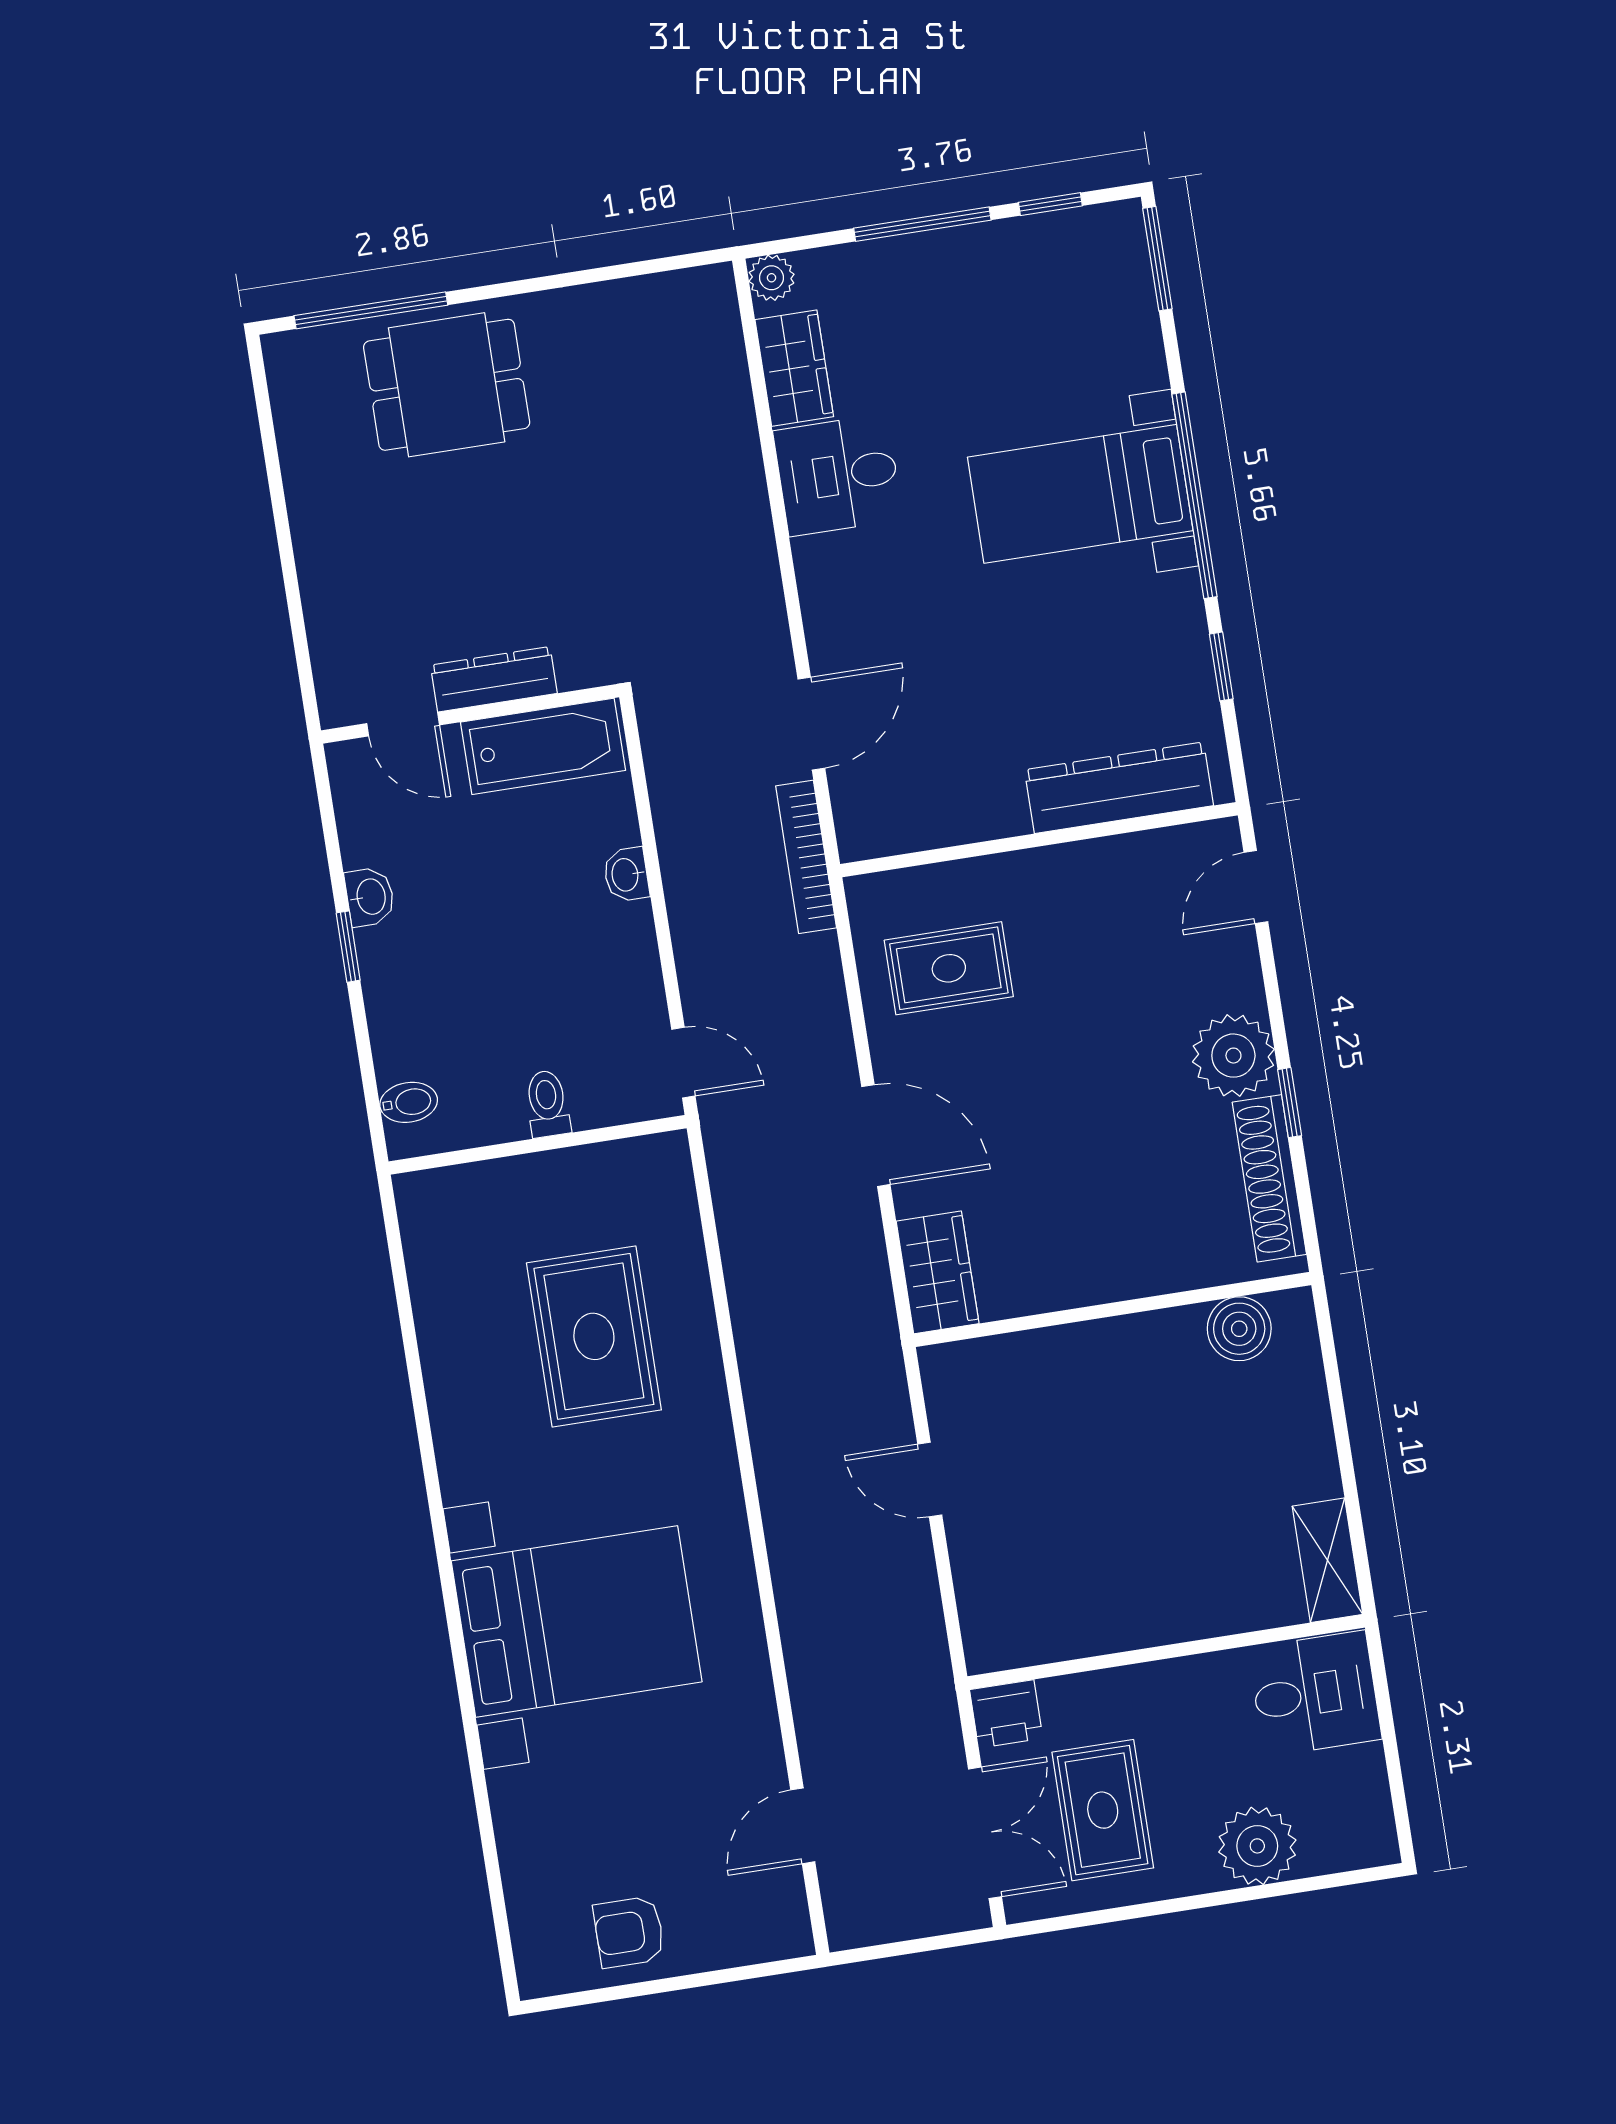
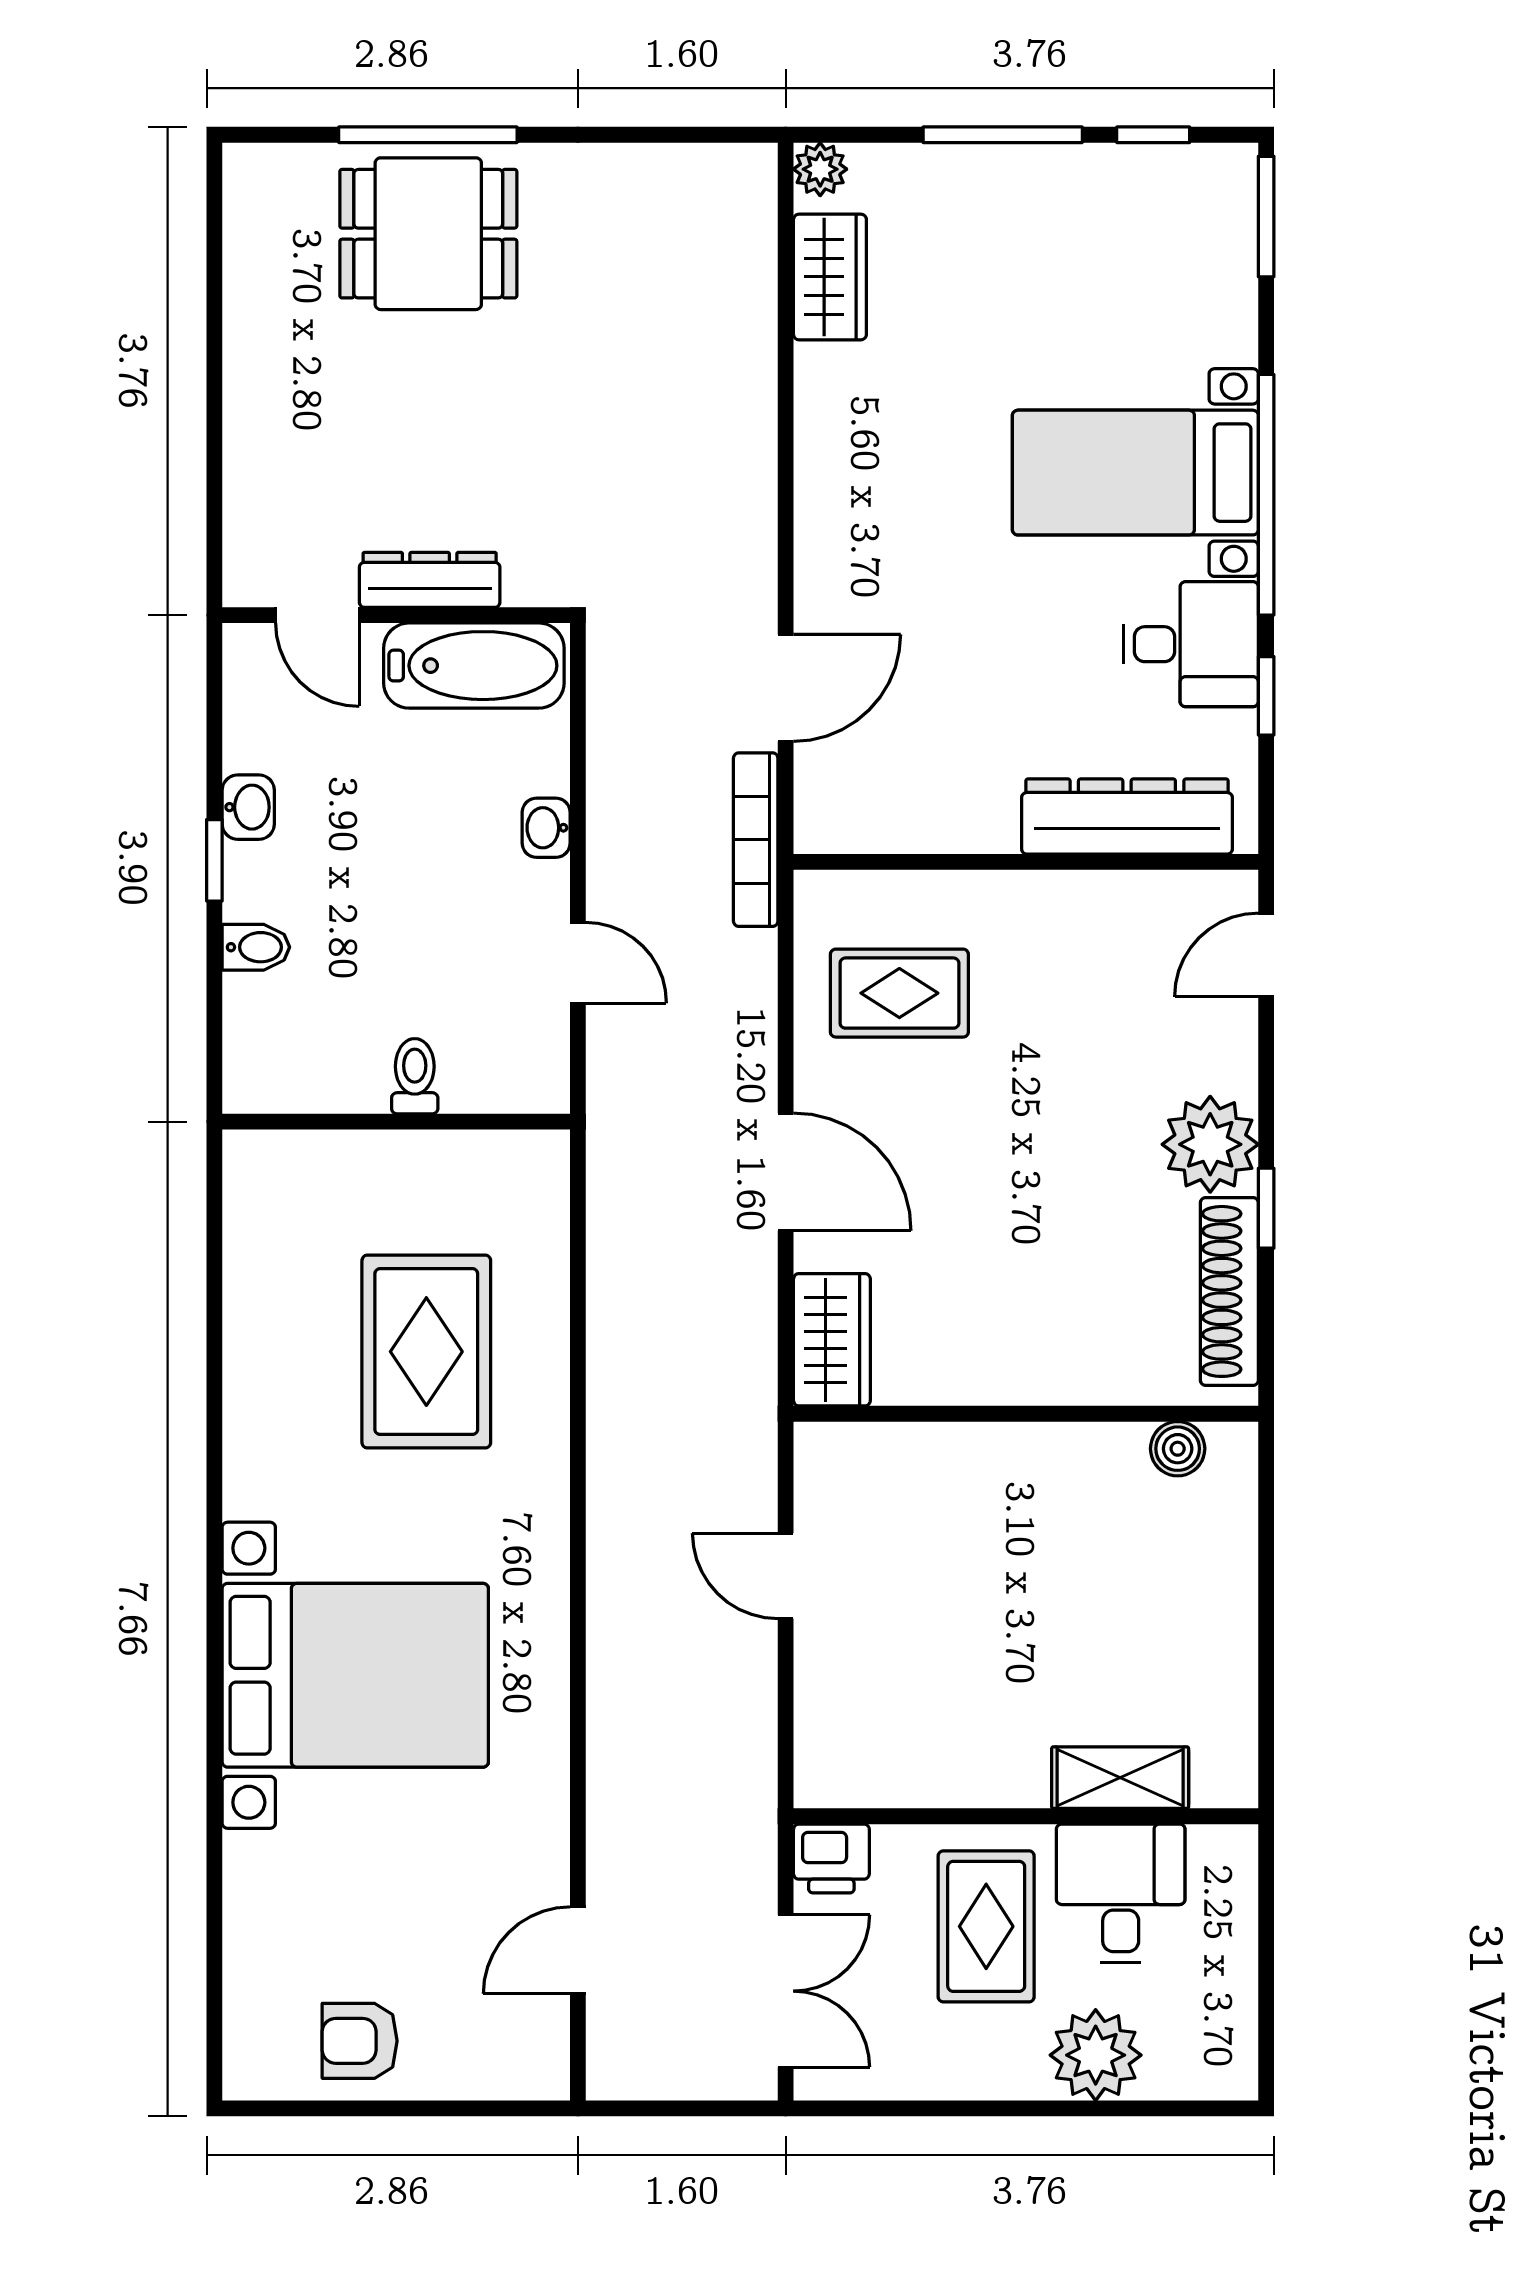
window: (371, 310) -> (428, 135), moved
desk: (838, 475) -> (1191, 644), moved, turned 180
door: (683, 1063) -> (578, 963), moved
bidet: (409, 1102) -> (256, 947), moved
boiler: (1239, 1329) -> (1178, 1449), width x0.73, depth x0.73
shelving: (1328, 1560) -> (1120, 1778), moved, turned 90
desk: (1315, 1694) -> (1121, 1893), moved, turned -90
rug: (1103, 1810) -> (986, 1926), moved

